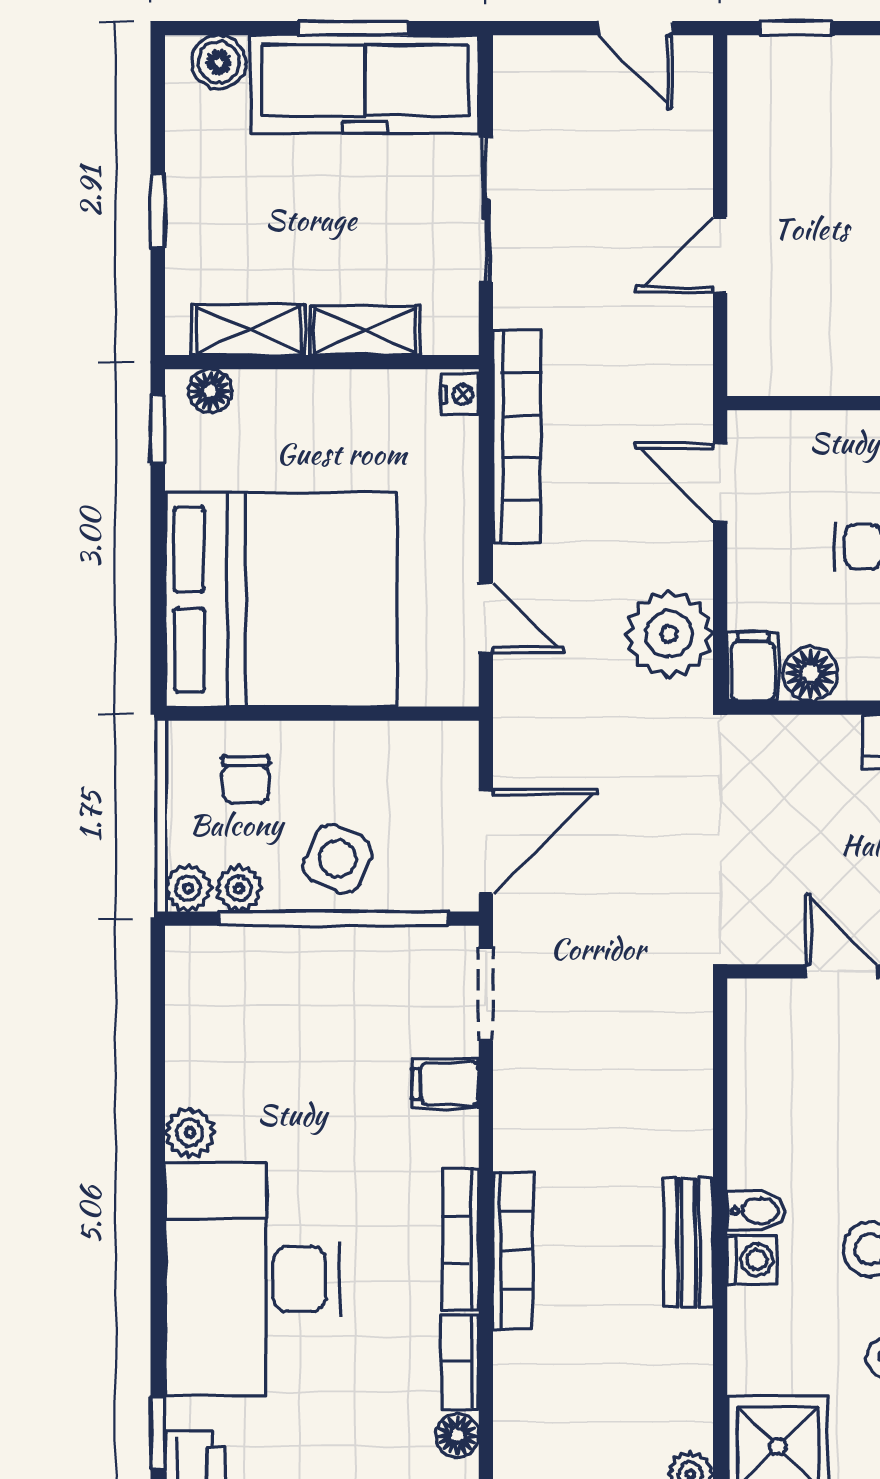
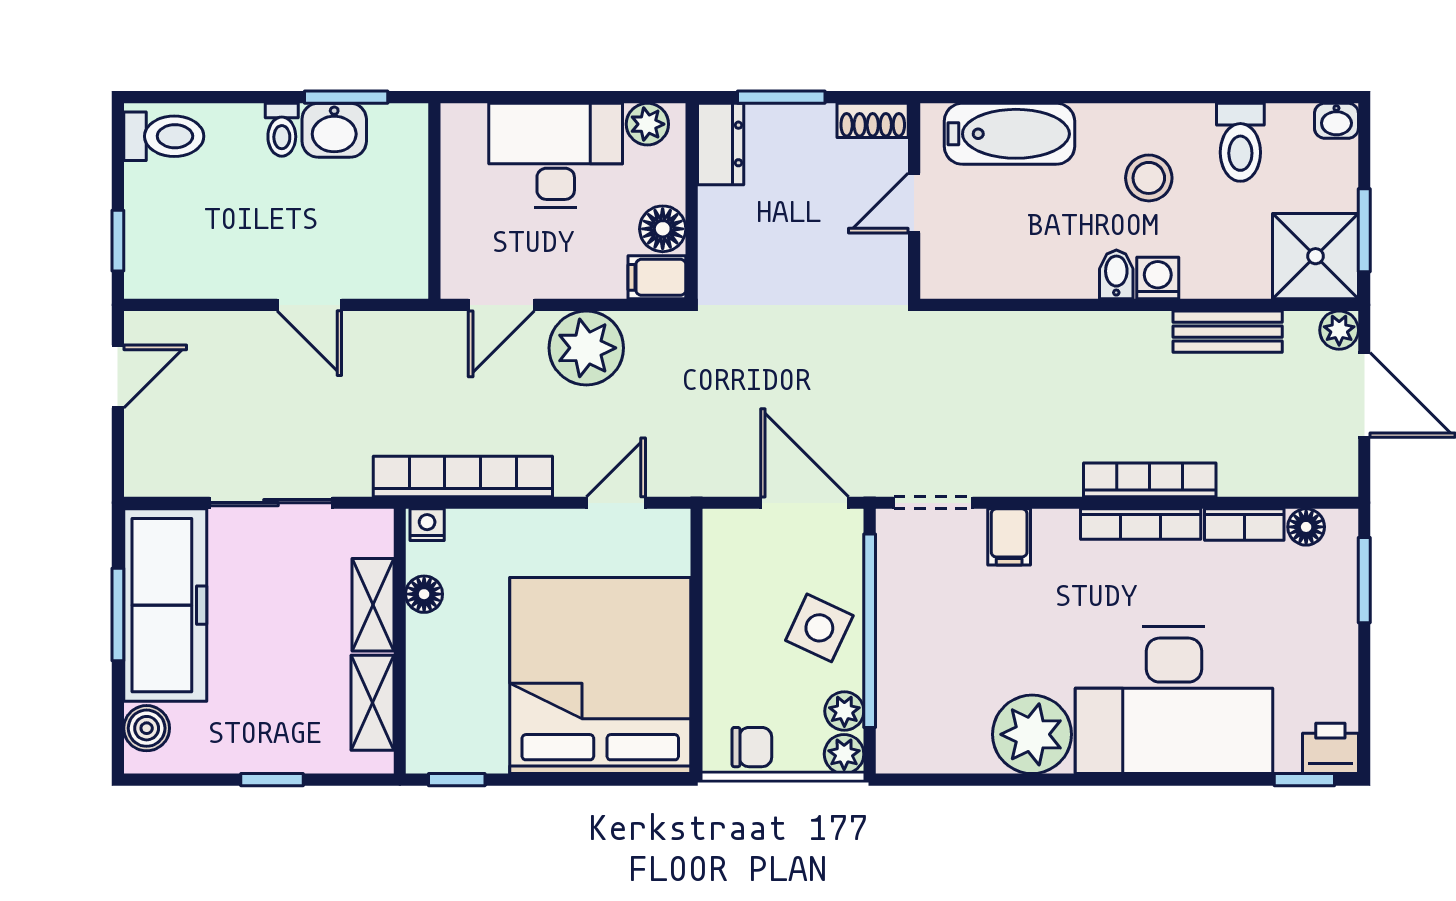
floor lamp: (210, 391) -> (424, 594), moved
plant: (669, 634) -> (586, 348), moved
chair: (246, 779) -> (752, 747), moved
plant: (190, 1133) -> (1032, 734), width x1.88, depth x1.88
bench: (688, 1242) -> (1228, 332), moved

